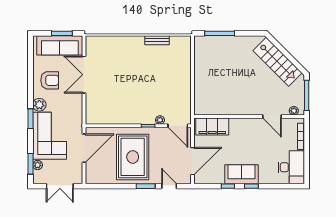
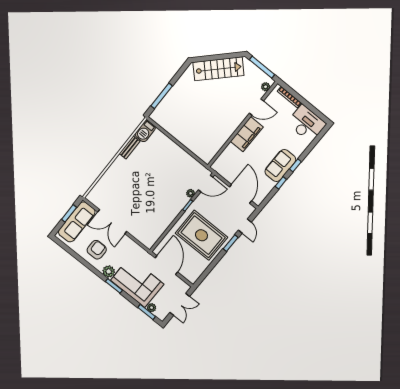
barbecue: (181, 43) -> (145, 131), added
filing cabinet: (212, 127) -> (247, 134), moved
door: (169, 186) -> (245, 226), swing flipped

